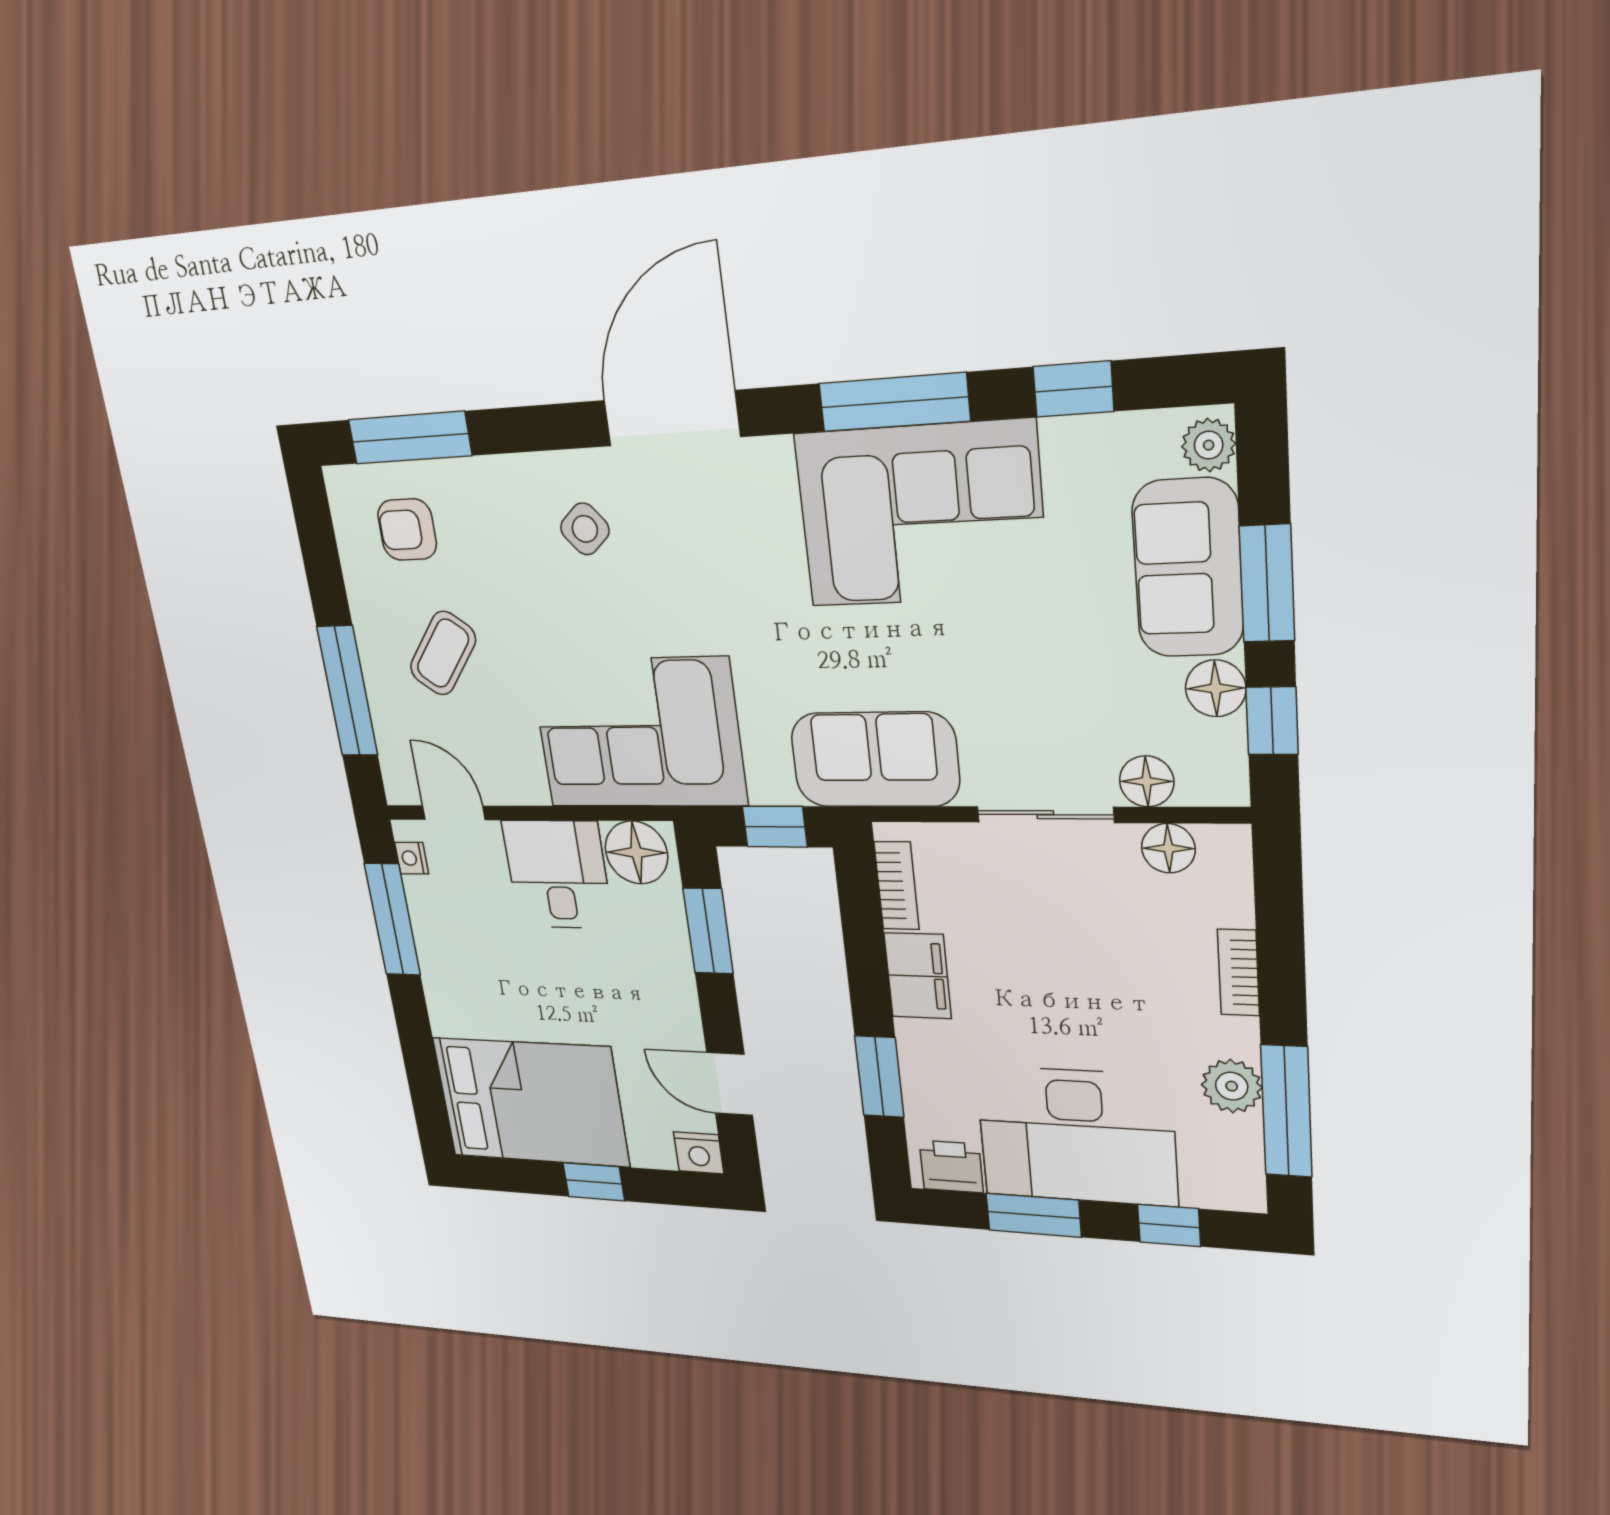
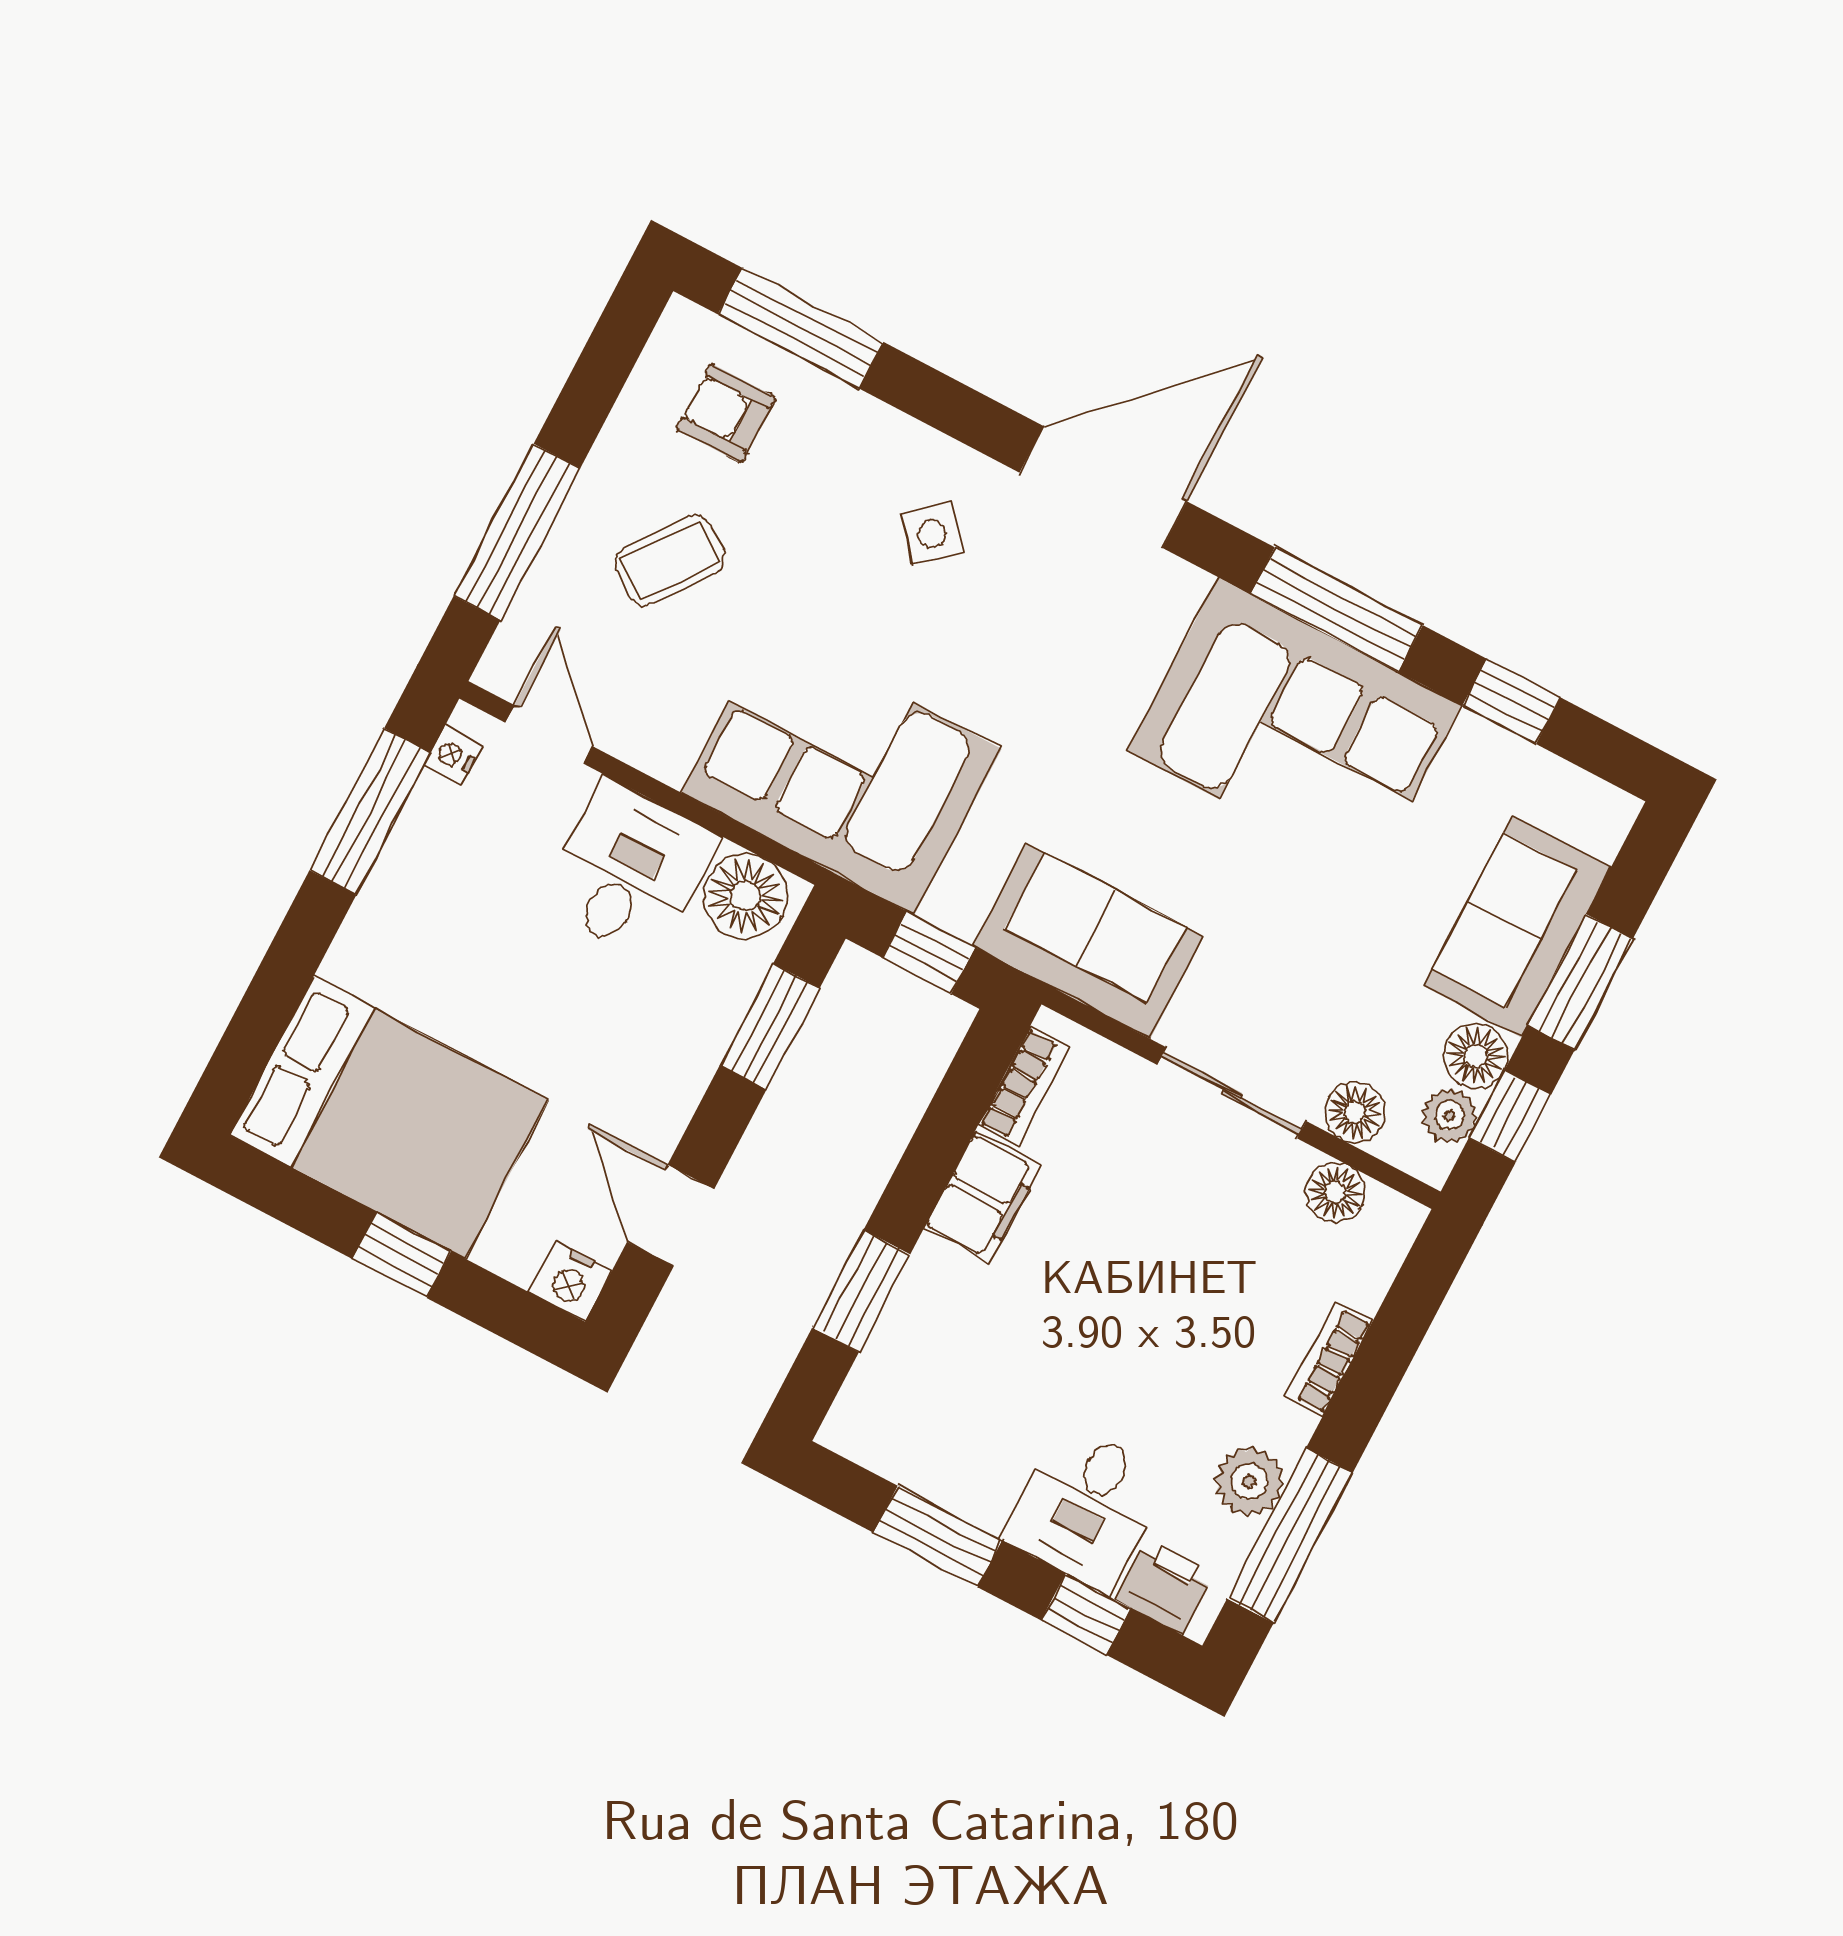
plant: (1209, 445) -> (1449, 1116), moved
desk: (1077, 1136) -> (1086, 1507), width x0.53, depth x0.77
printer: (951, 1166) -> (1165, 1587), moved

